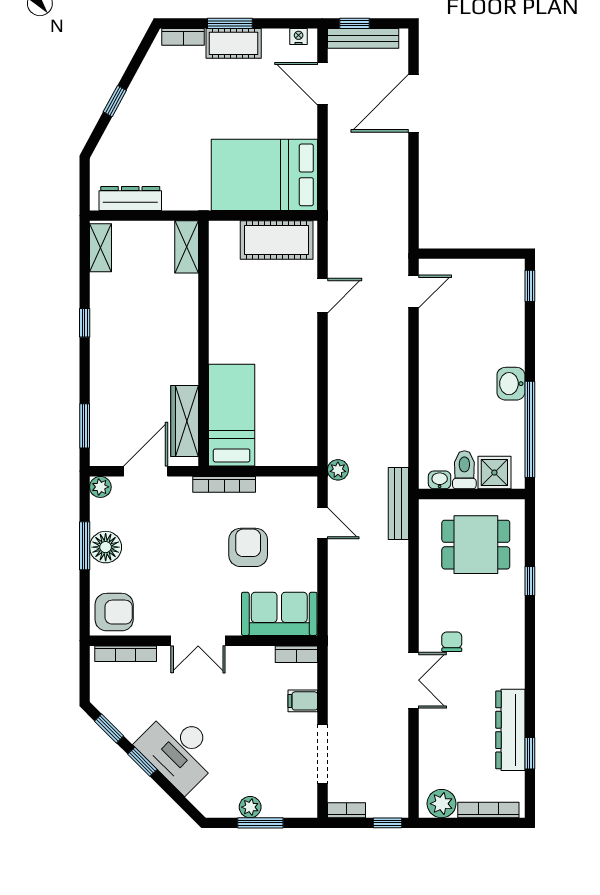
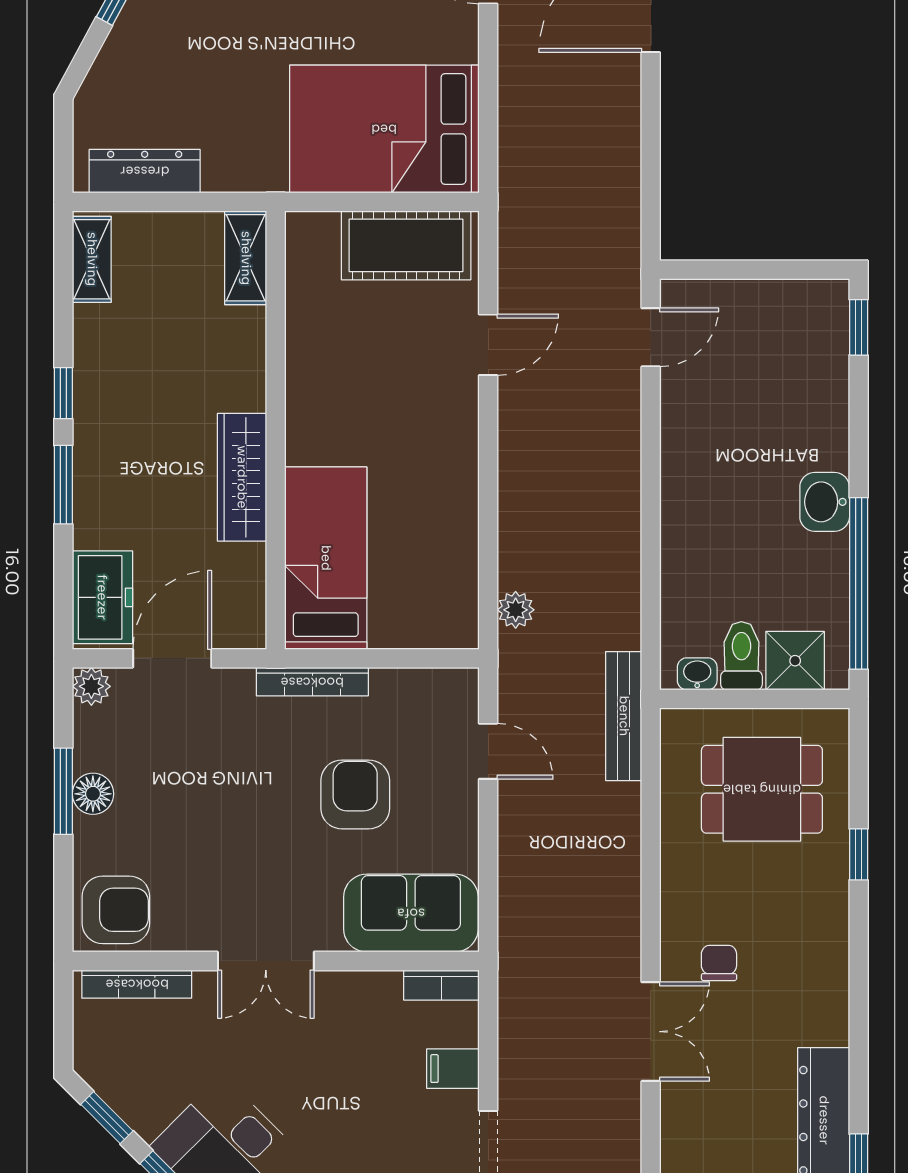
wardrobe: (185, 421) -> (242, 477), moved
window: (85, 426) -> (63, 485), moved
freezer: (107, 437) -> (102, 597), added
plant: (338, 470) -> (516, 610), moved
floor lamp: (106, 547) -> (93, 794), width x0.73, depth x0.73

